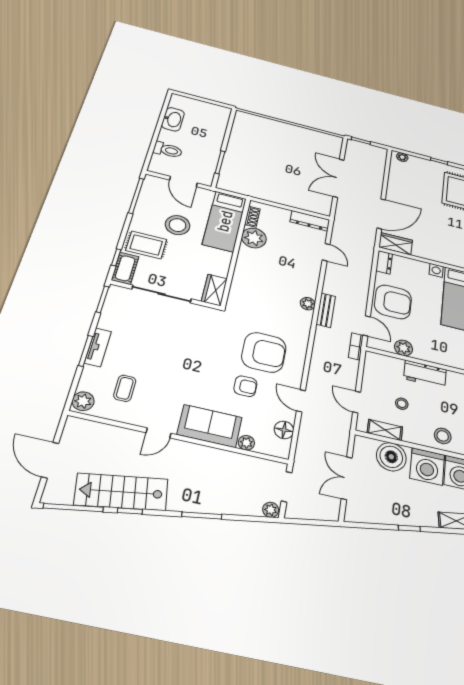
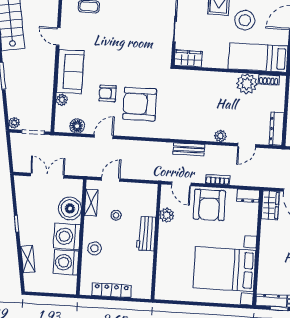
plant: (308, 304) -> (220, 136), moved
door: (367, 326) -> (181, 184), hinge flipped
bookcase: (356, 346) -> (218, 180), moved
armchair: (264, 352) -> (140, 104), turned 90
armchair: (245, 386) -> (108, 93), turned 90

